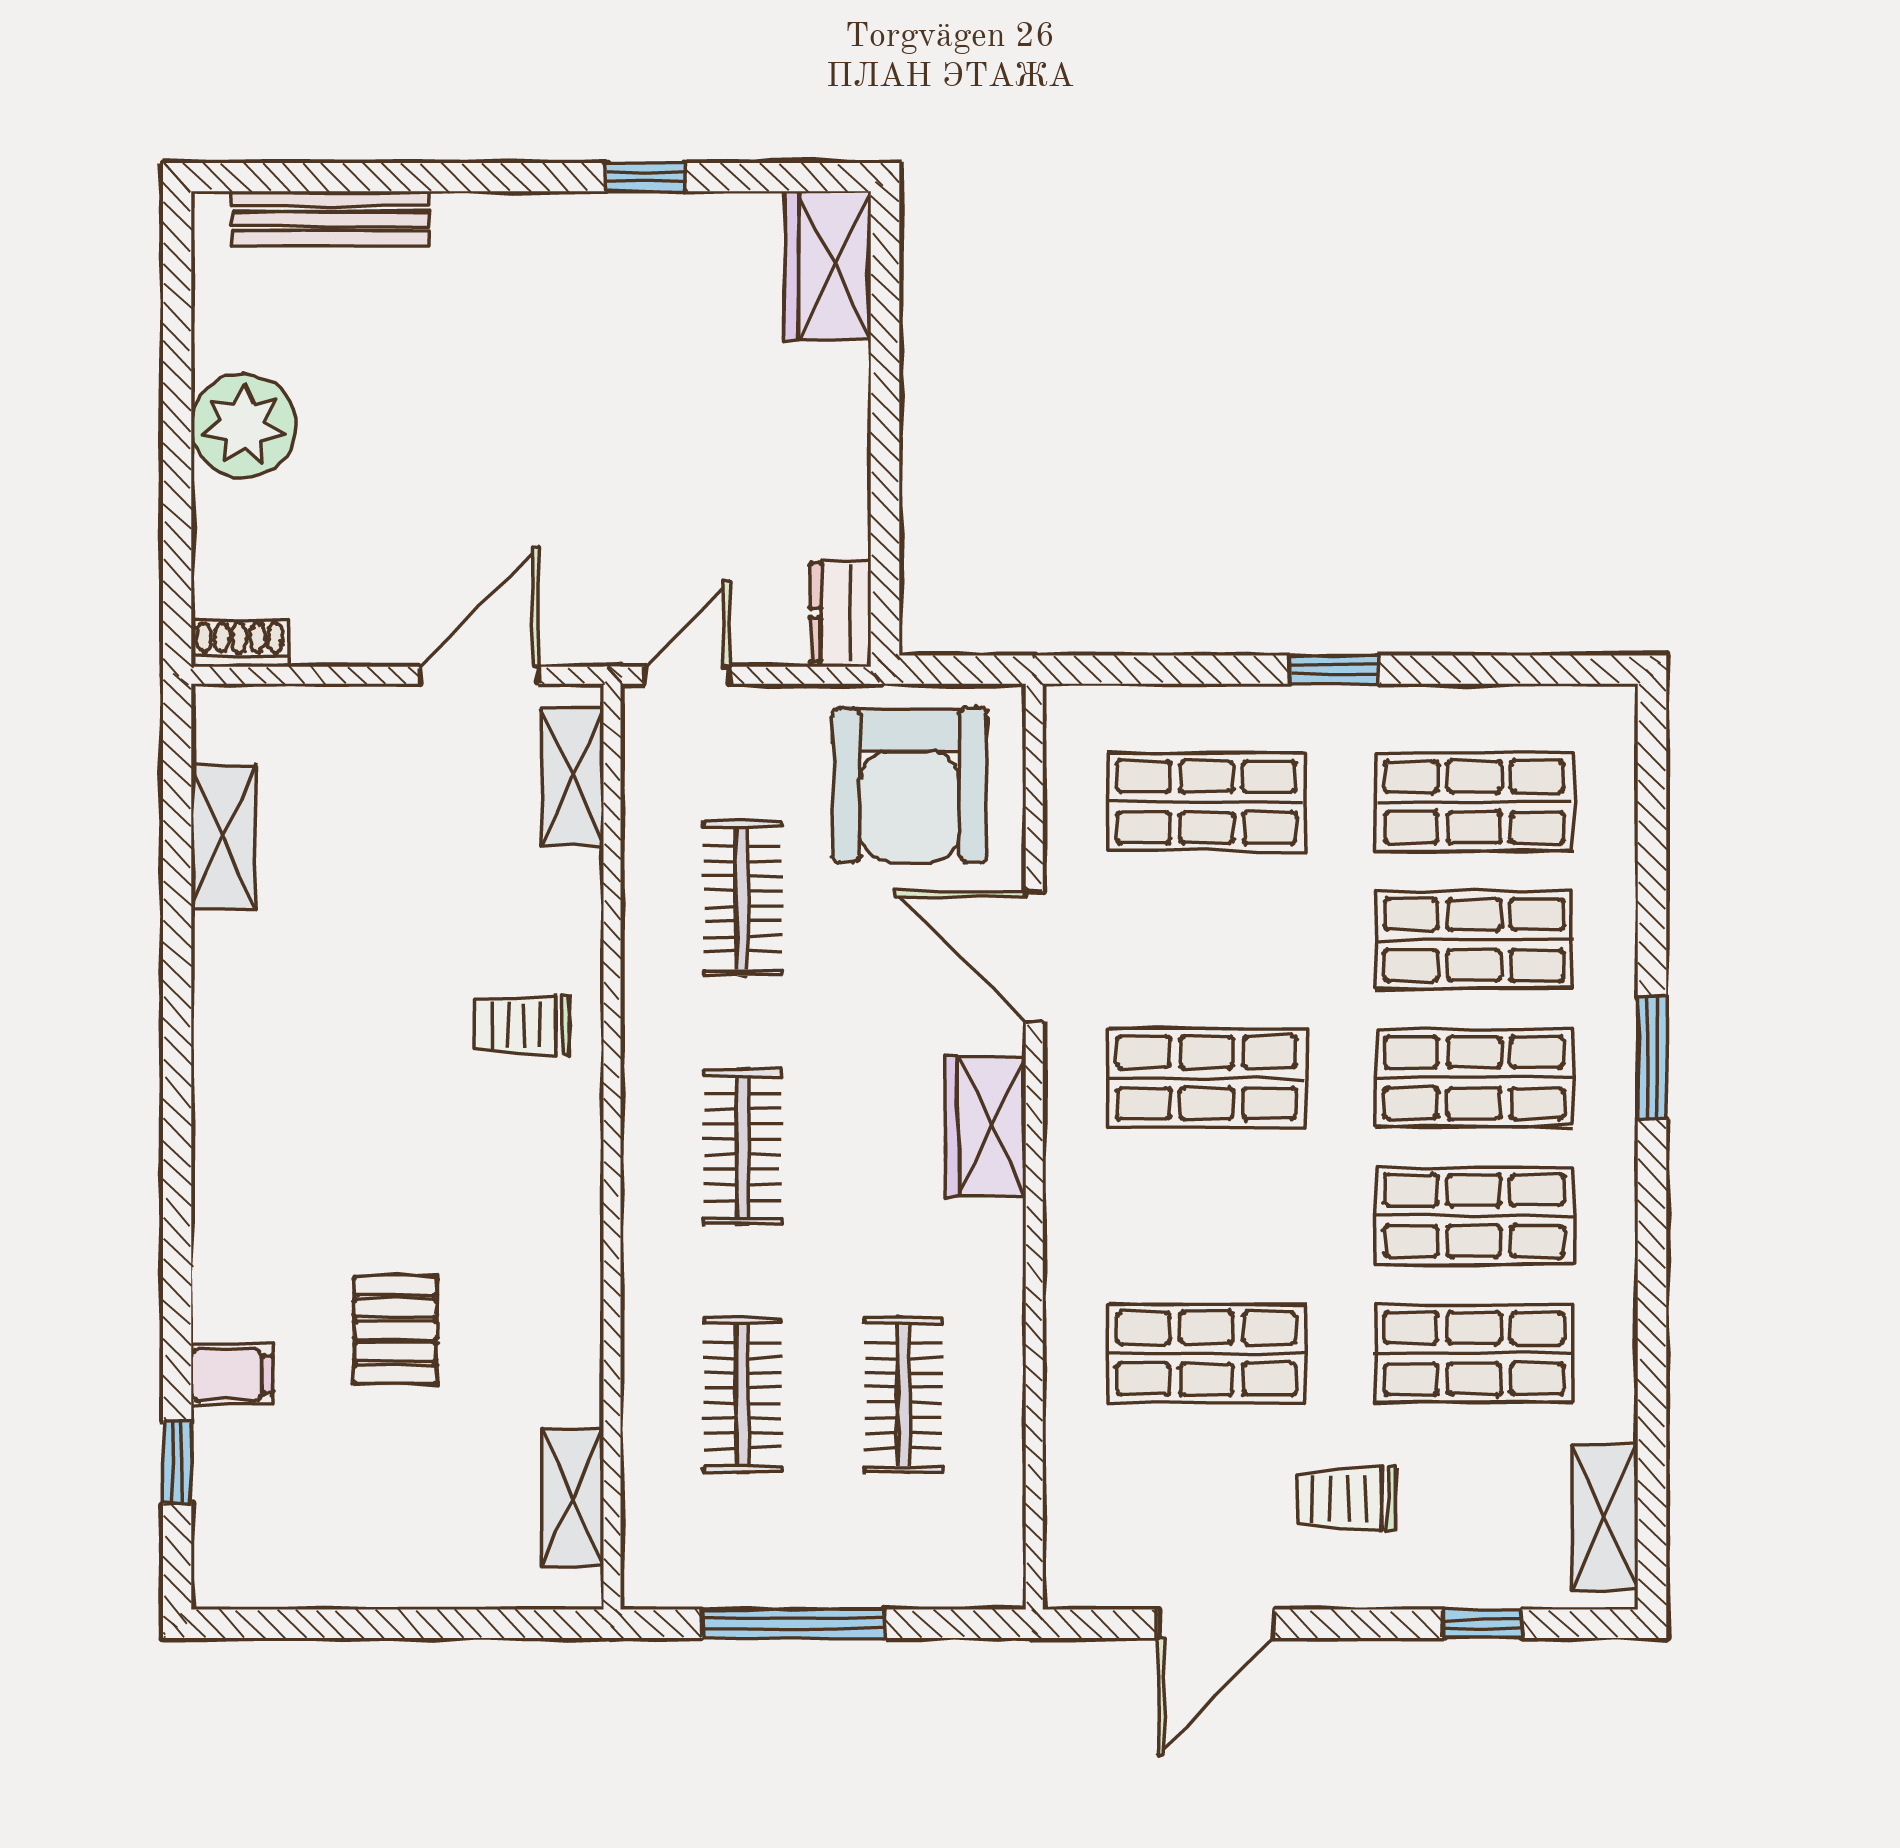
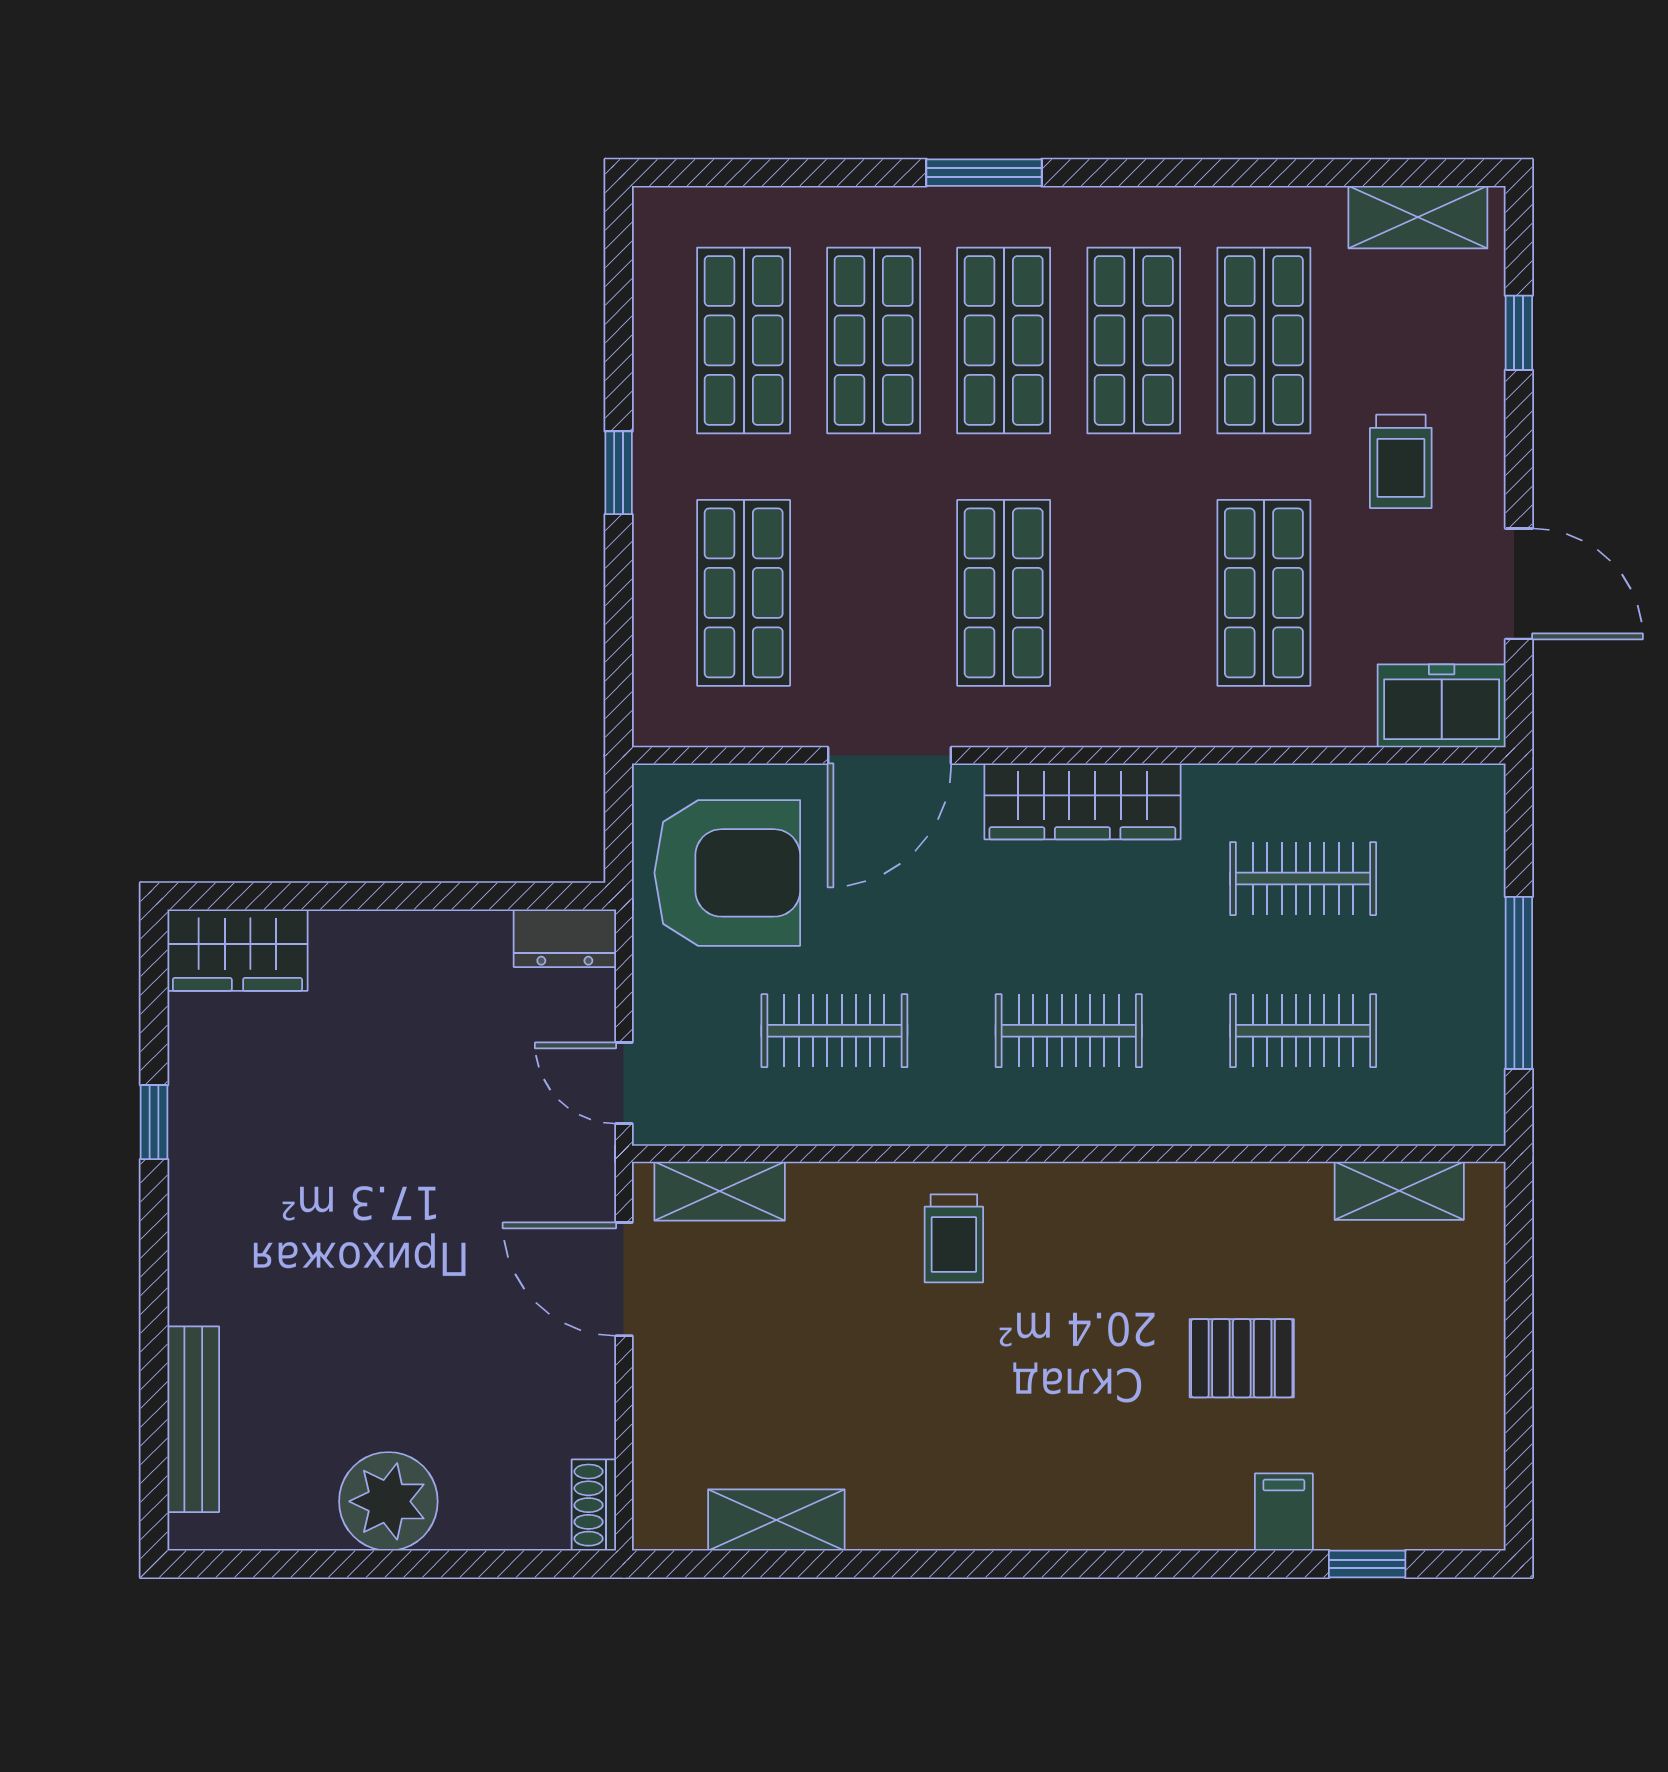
wardrobe: (986, 1127) -> (1082, 801), width x1.50
freezer: (1087, 1542) -> (1442, 706), added

